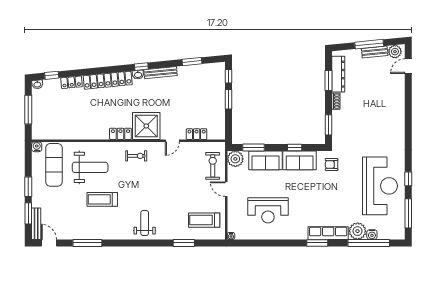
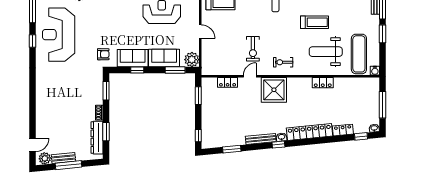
window: (228, 99) -> (198, 96), moved
locker: (120, 134) -> (323, 83), moved
exercise bike: (213, 166) -> (253, 49), moved

